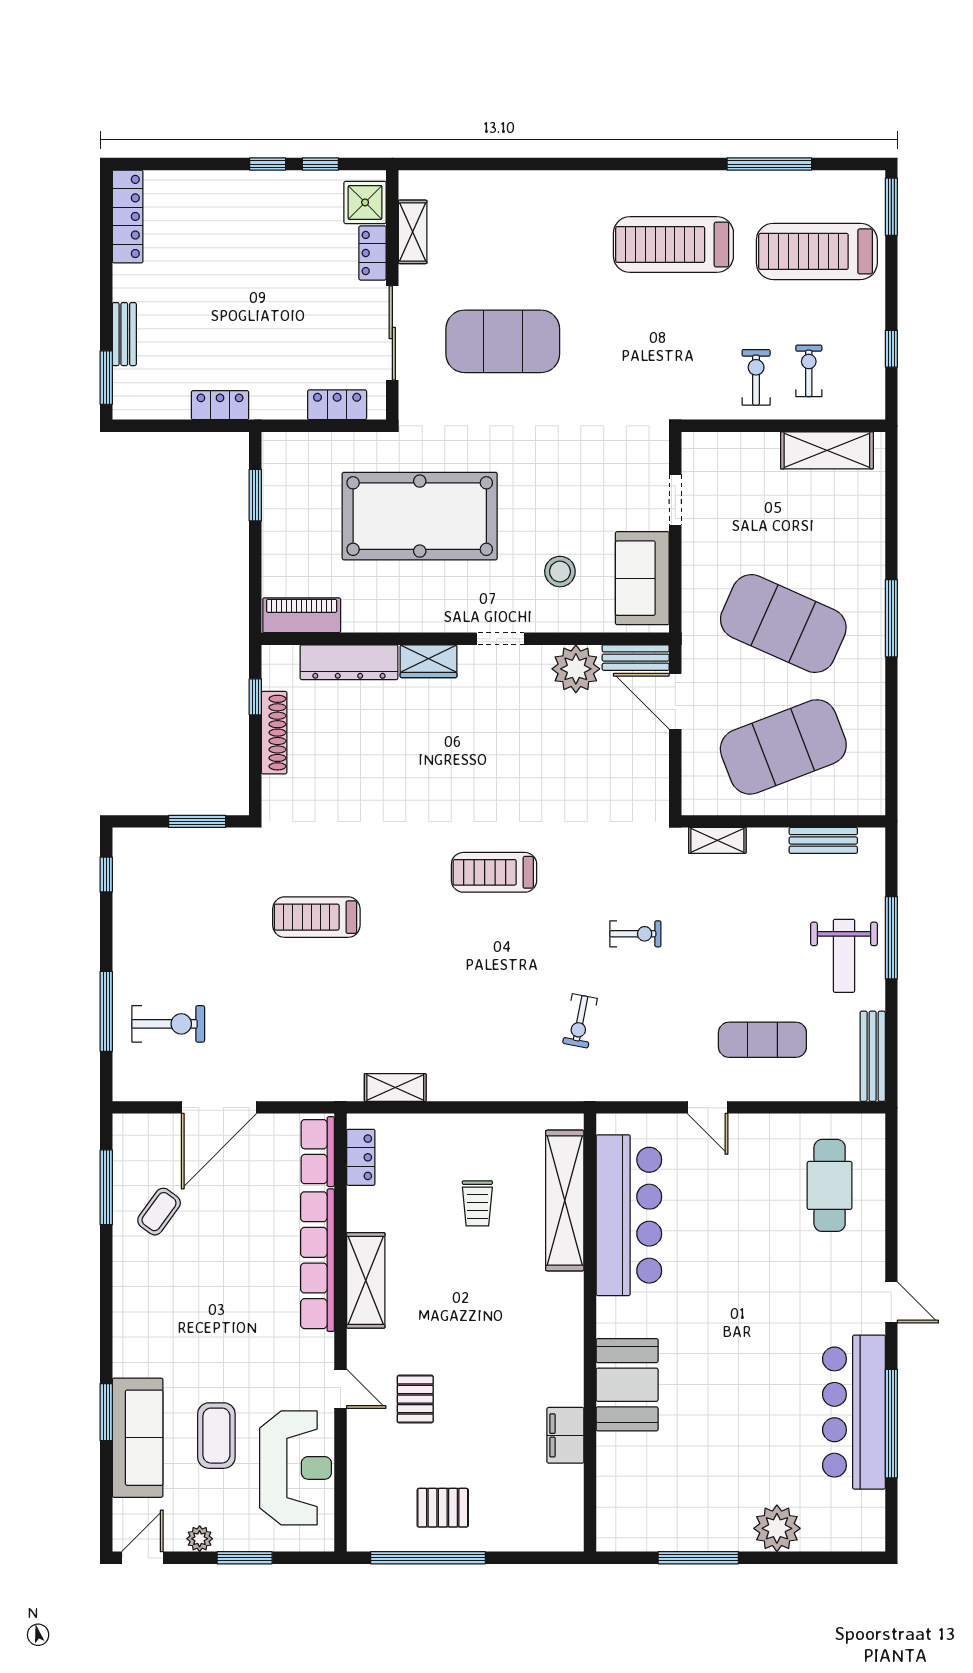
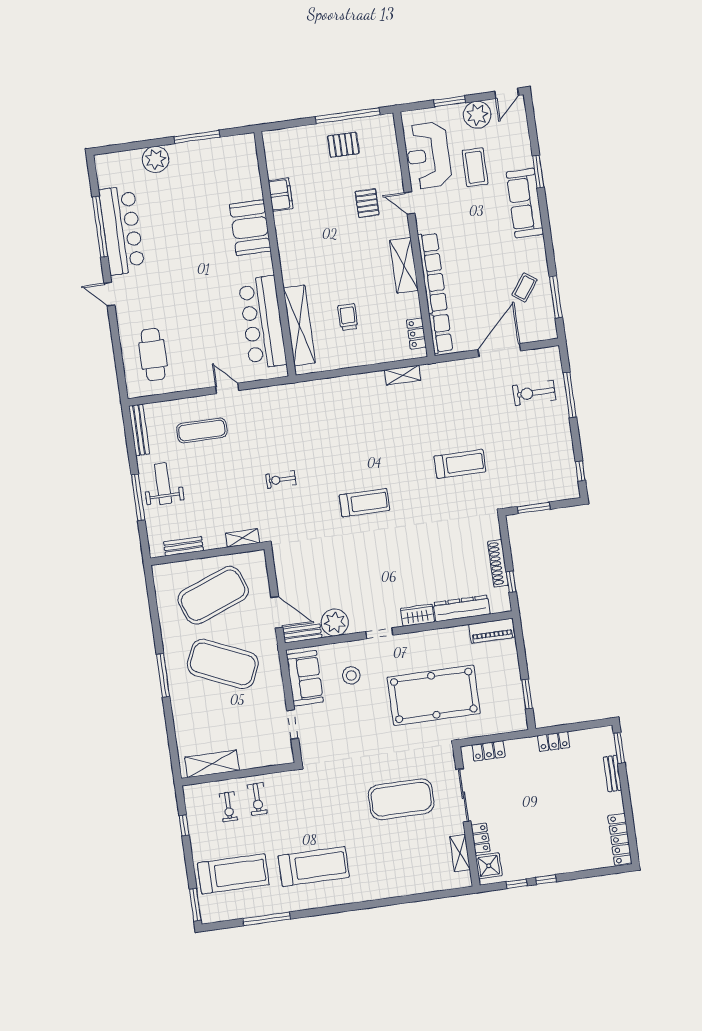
exercise bike: (580, 1021) -> (305, 427), removed
sofa: (138, 1438) -> (525, 203), moved
plant: (200, 1539) -> (477, 115), width x1.88, depth x1.88

